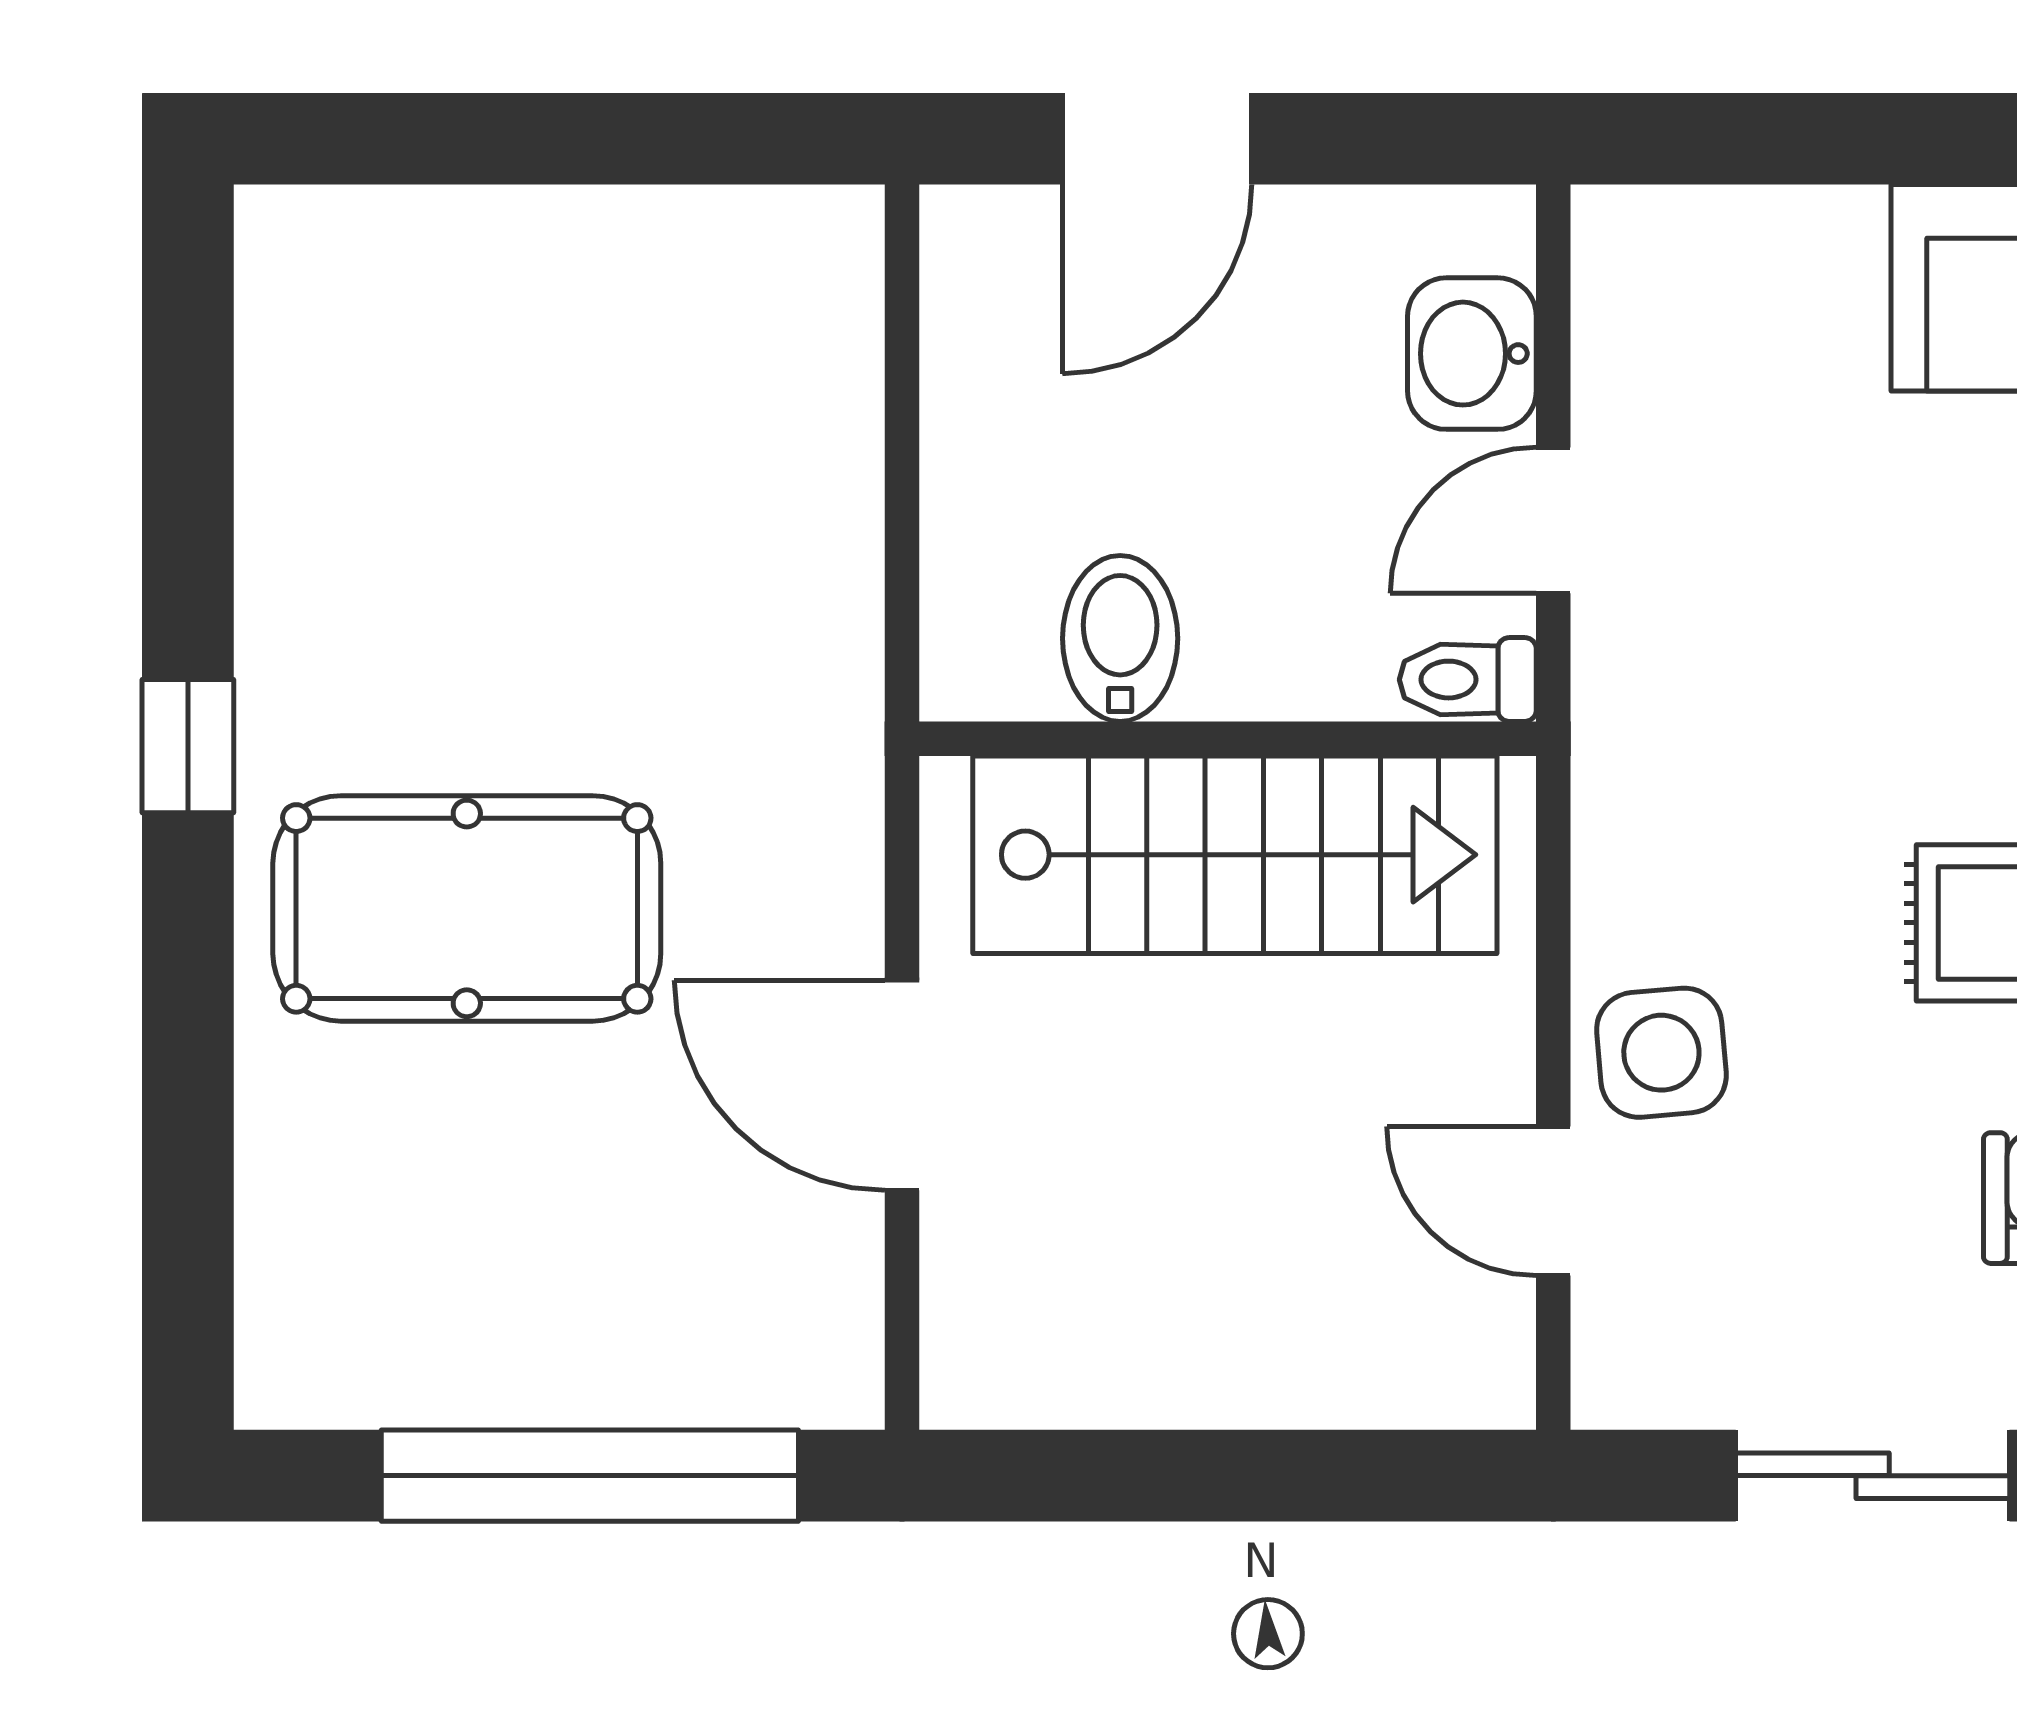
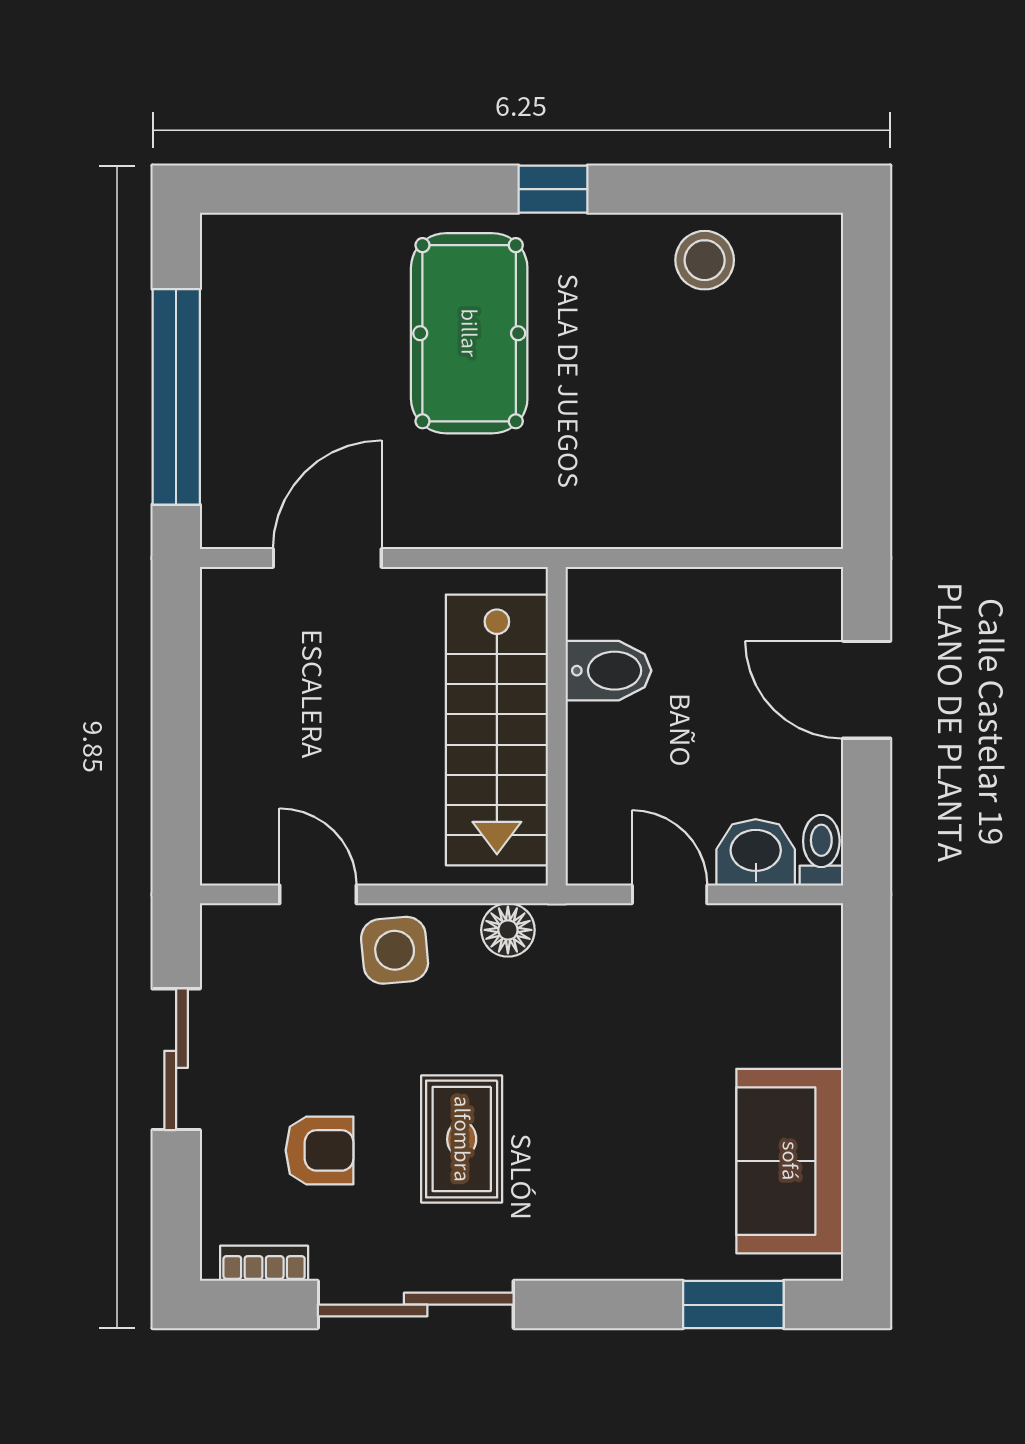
stool: (325, 452) -> (705, 260), added
toilet: (1468, 680) -> (821, 850), moved
floor lamp: (1622, 833) -> (508, 930), added
door: (902, 1085) -> (327, 558), moved
door: (1553, 1201) -> (318, 894), hinge flipped

